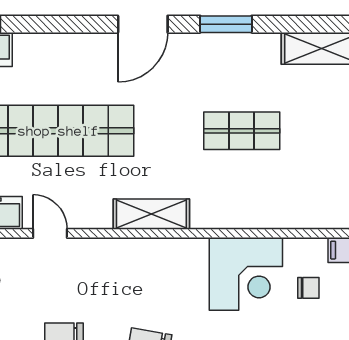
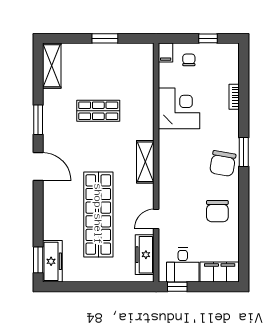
shop shelf: (242, 131) -> (98, 111), turned 90
chair: (308, 288) -> (189, 60), moved

